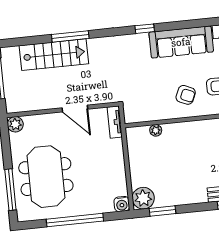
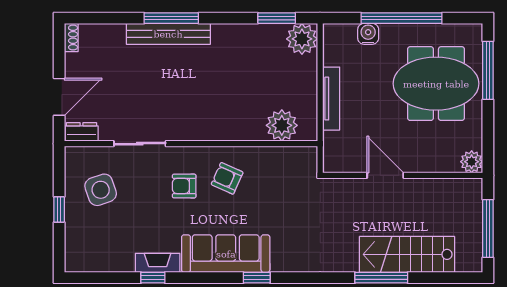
window: (145, 29) -> (257, 278), moved
tv unit: (115, 122) -> (331, 99), moved, width x1.41
plant: (156, 130) -> (282, 125), width x1.88, depth x1.88
meeting table: (46, 177) -> (436, 84), turned 90
water cooler: (122, 204) -> (368, 34), moved

